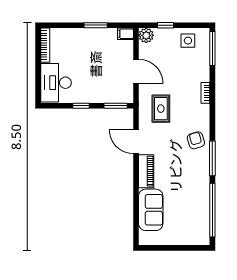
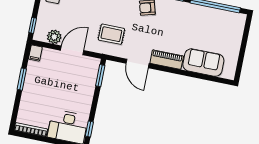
window: (166, 25) -> (33, 25), moved
plant: (146, 35) -> (54, 37), moved
window: (81, 106) -> (89, 129), moved
door: (136, 142) -> (137, 63), hinge flipped

